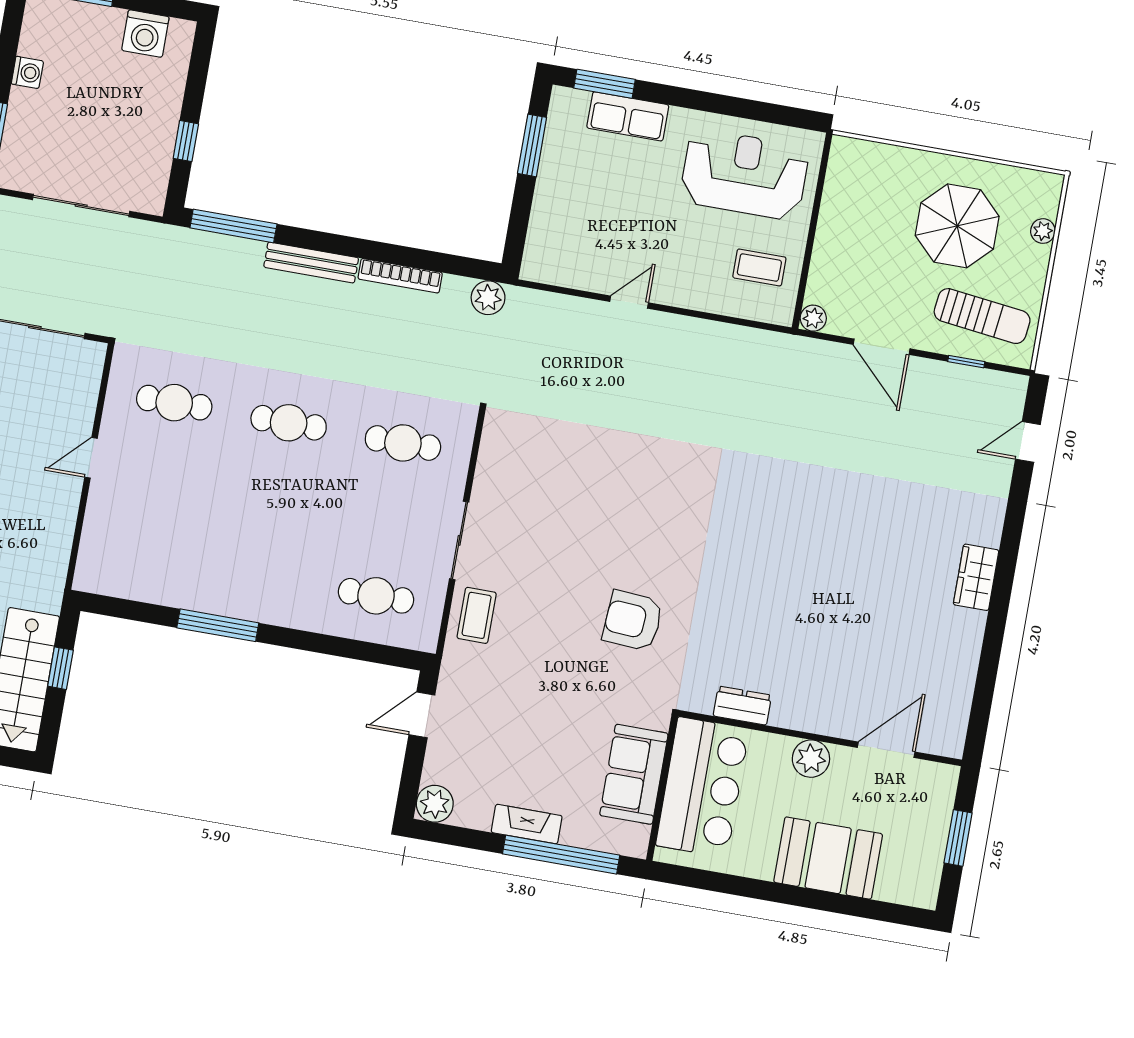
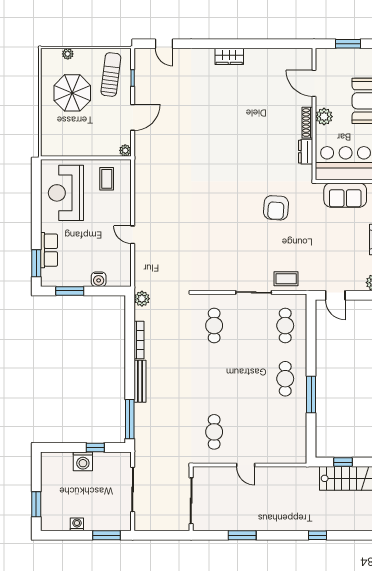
washing machine: (145, 34) -> (83, 461), moved, turned 90
water cooler: (546, 212) -> (99, 279), added
cafe table: (289, 423) -> (285, 379), moved
shoe rack: (804, 720) -> (307, 123), added

